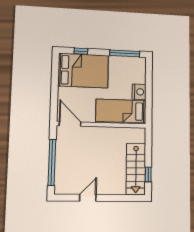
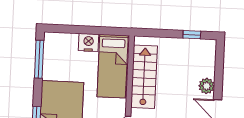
stairs: (136, 169) -> (144, 77), moved, turned -90
plant: (107, 188) -> (207, 86), added

